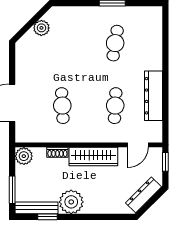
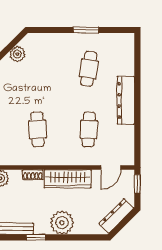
dresser: (153, 96) -> (126, 100), moved
plant: (71, 202) -> (62, 223), moved
window: (47, 217) -> (36, 237), moved

